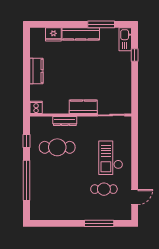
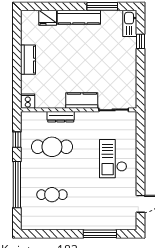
cafe table: (104, 189) -> (52, 195), moved

